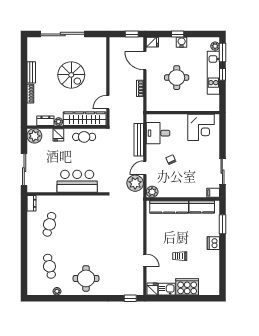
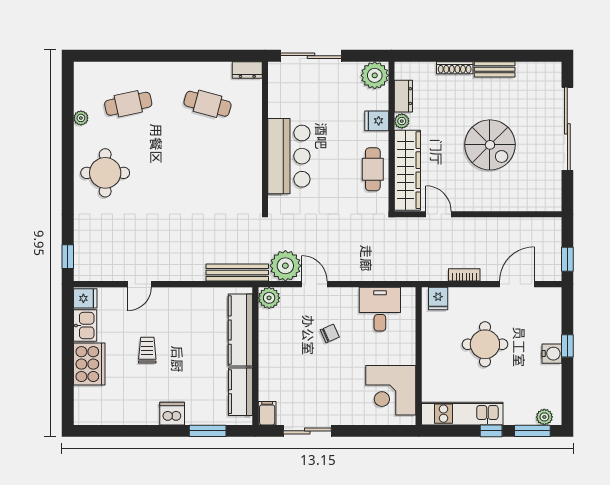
fridge: (152, 42) -> (438, 298), moved
kitchen unit: (213, 73) -> (462, 414), moved
spiral stairs: (71, 75) -> (490, 145), turned -90
bench: (139, 140) -> (237, 273), moved

